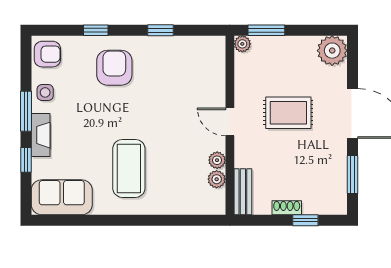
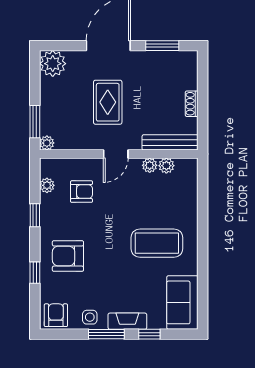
plant: (194, 44) -> (47, 185), added
armchair: (187, 83) -> (82, 192), added
bench: (243, 192) -> (170, 142), width x1.36
window: (305, 220) -> (203, 87), removed

